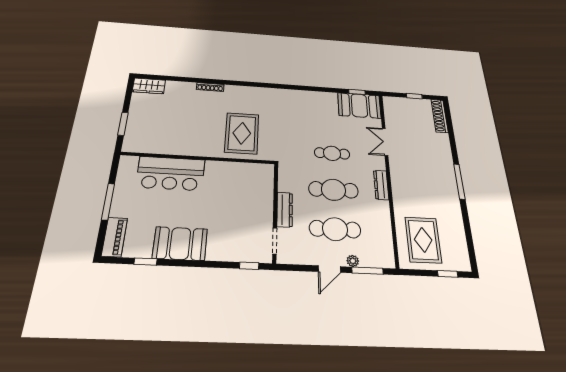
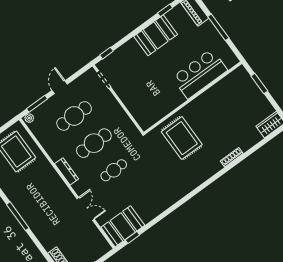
dresser: (285, 210) -> (113, 105), removed
plant: (353, 261) -> (29, 118), moved

